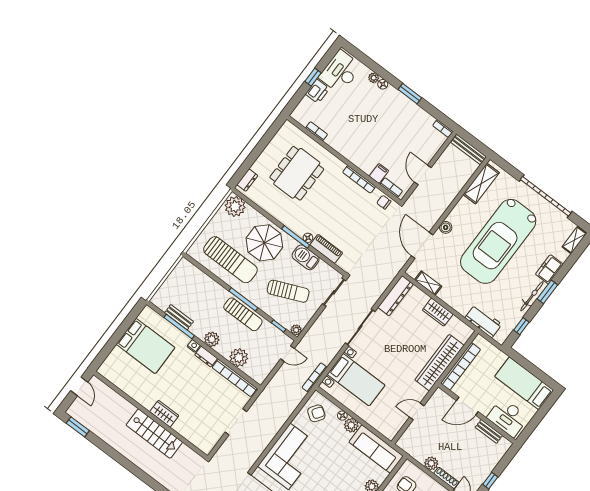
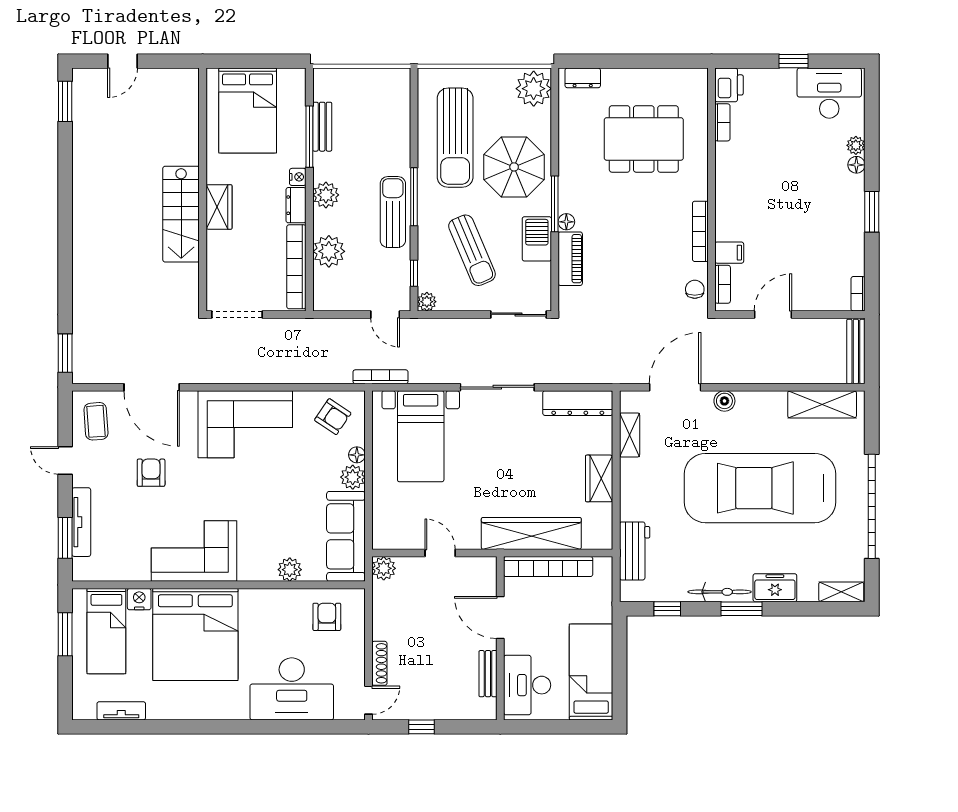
printer: (317, 91) -> (729, 85), moved, turned -90
sun lounger: (243, 314) -> (393, 212), turned 180
wardrobe: (164, 414) -> (219, 207), moved
wall: (150, 415) -> (203, 190), moved
stairs: (154, 434) -> (181, 214), moved
plant: (431, 463) -> (384, 568), moved

